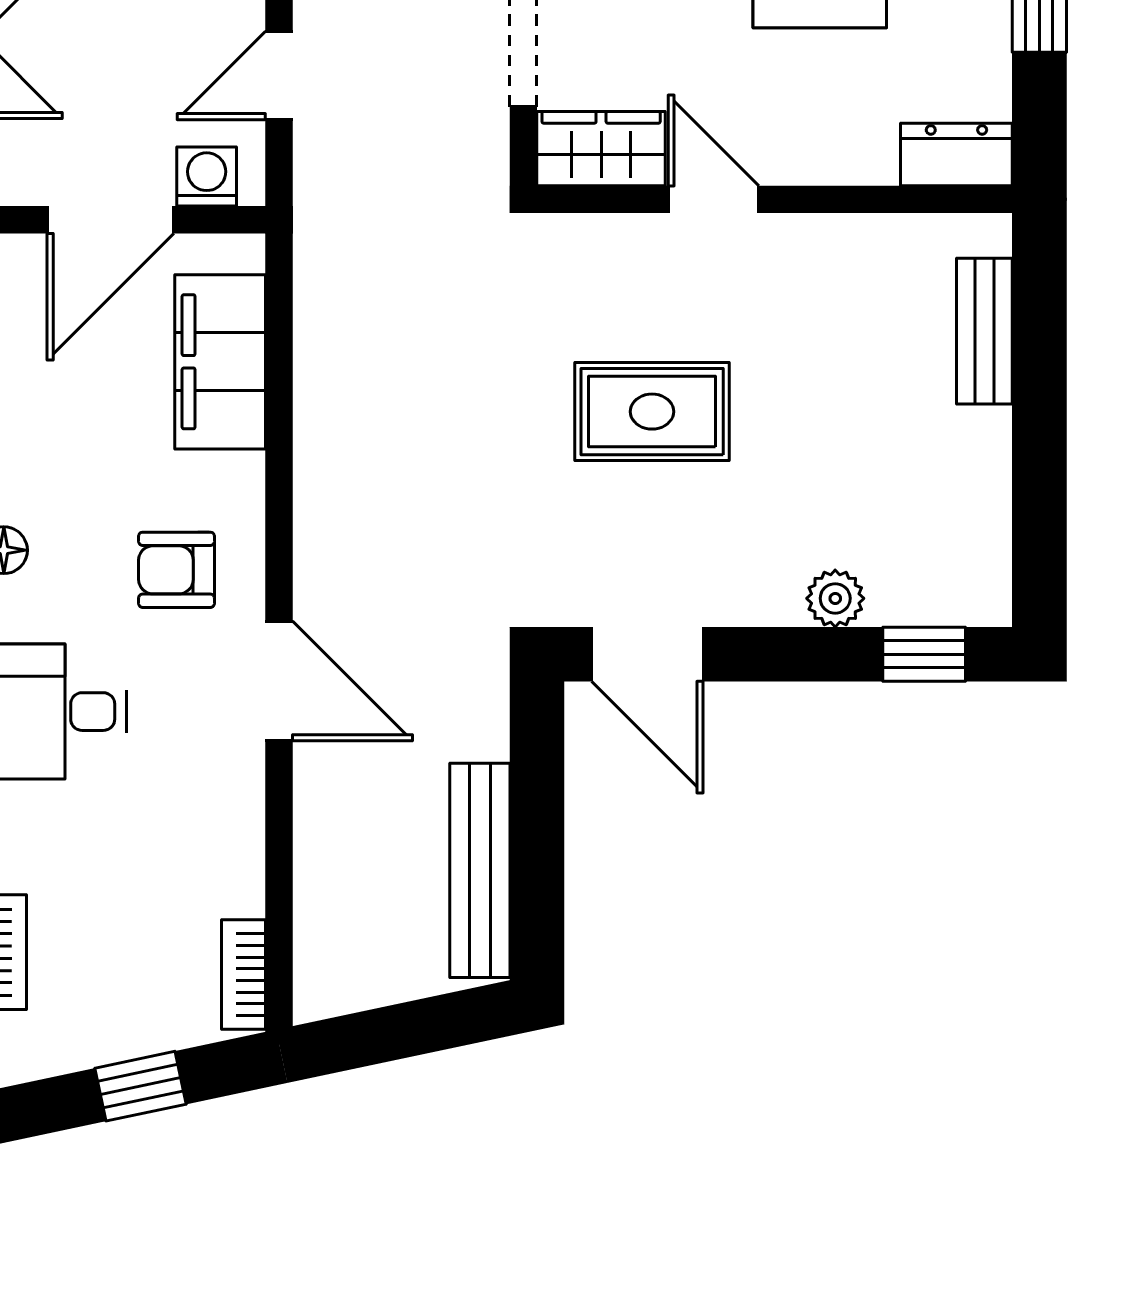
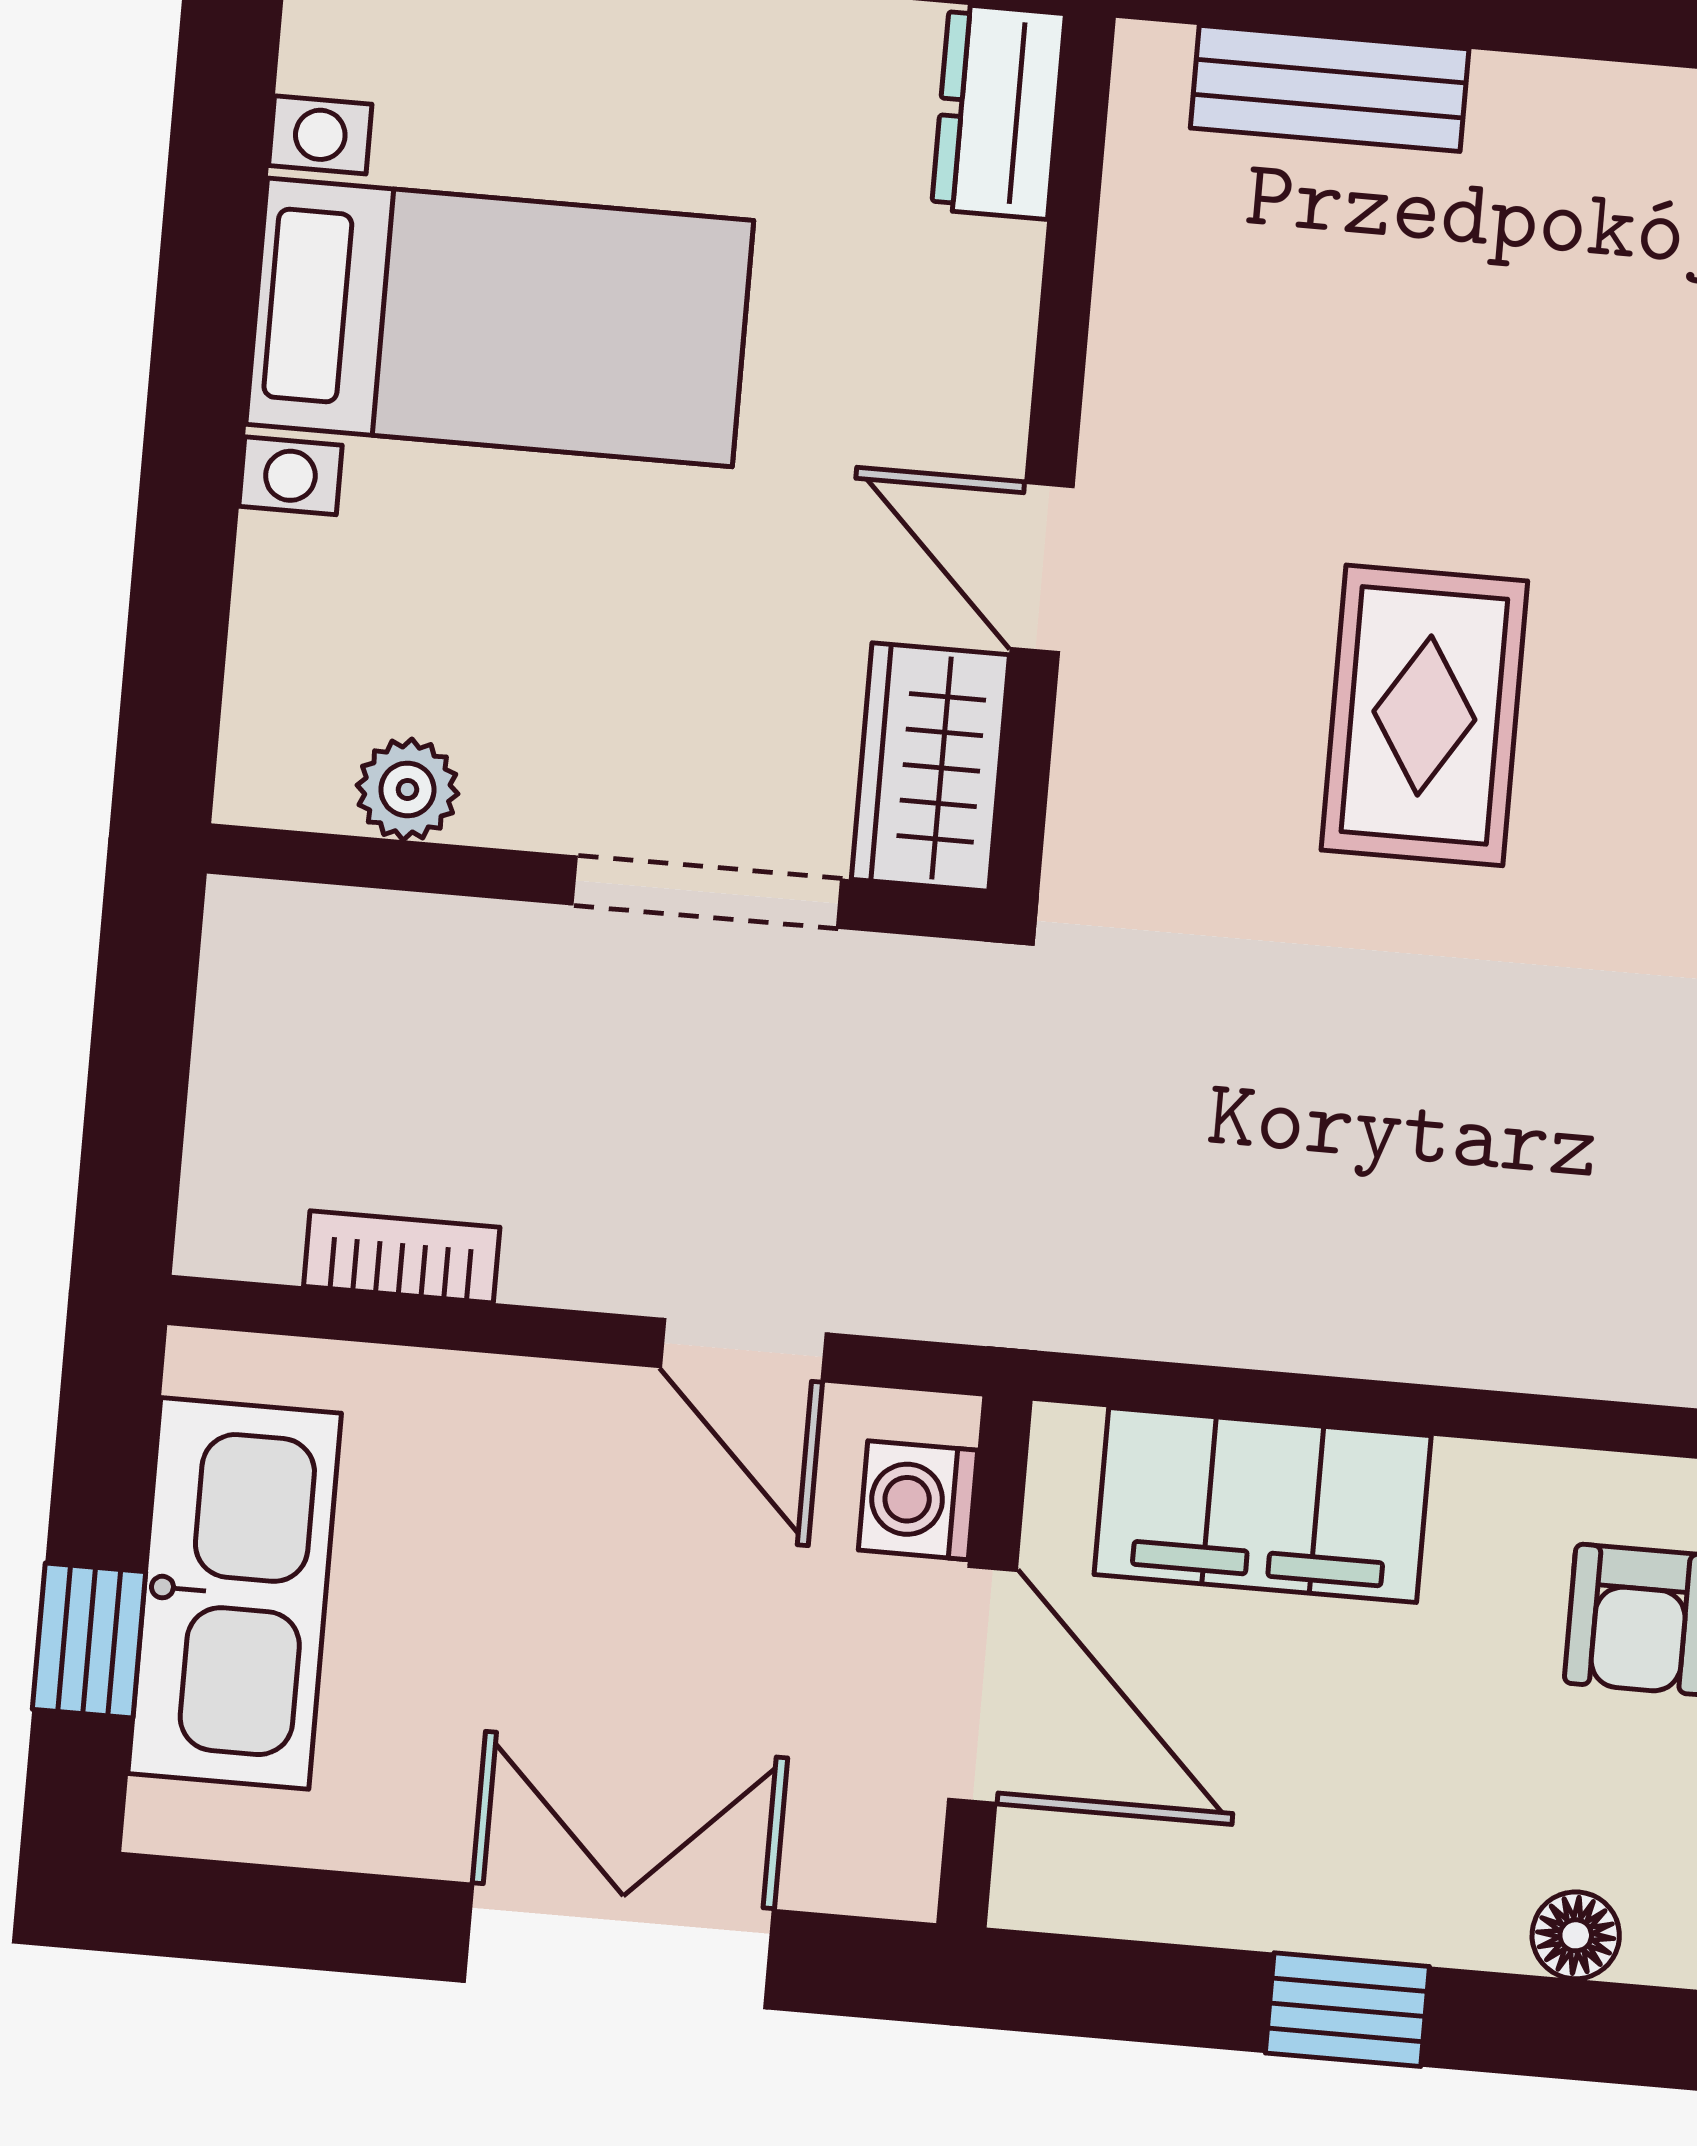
door: (713, 199) -> (1042, 568), hinge flipped

